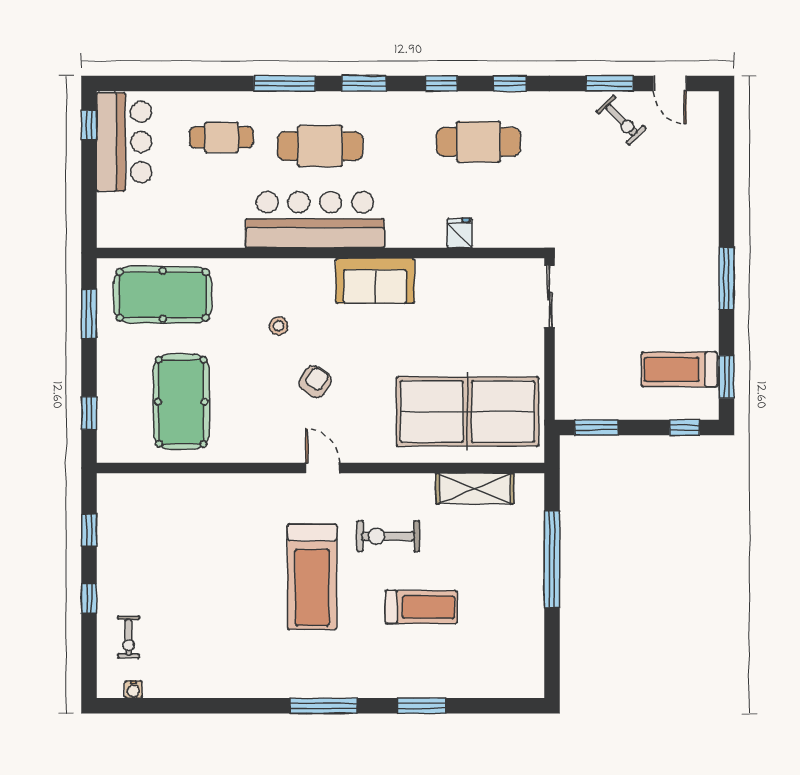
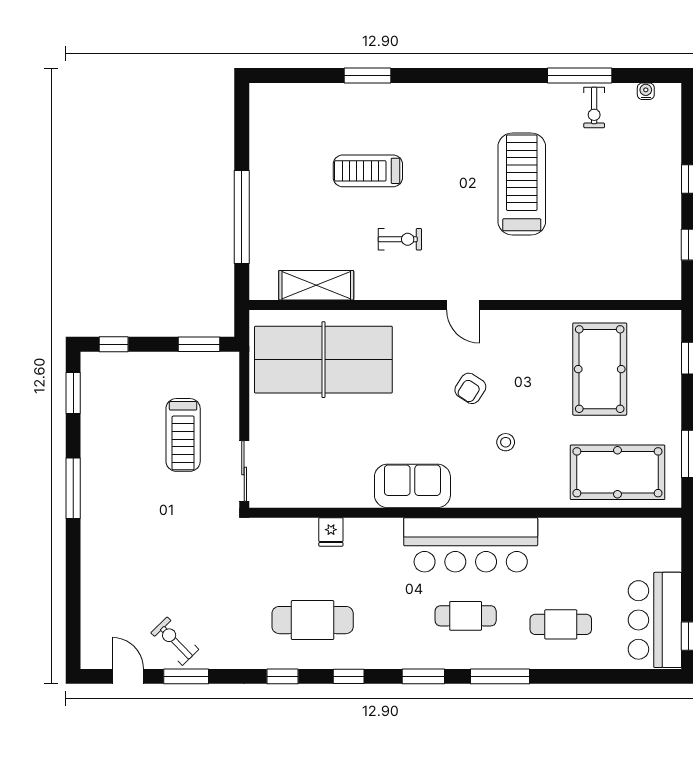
cafe table: (320, 146) -> (466, 616), width x0.73, depth x0.74
treadmill: (679, 369) -> (183, 435), moved, turned 90
exercise bike: (388, 536) -> (400, 239), width x0.73, depth x0.72
treadmill: (312, 577) -> (522, 184), moved
exercise bike: (129, 637) -> (594, 107), moved, turned 180
window: (324, 706) -> (580, 75), moved

